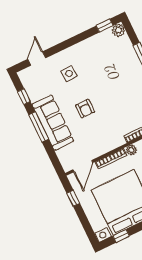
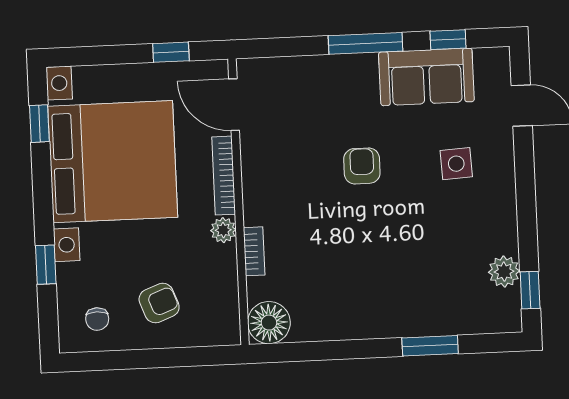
plant: (118, 30) -> (504, 272), moved
armchair: (85, 109) -> (362, 166), turned 90
sofa: (53, 123) -> (426, 77), moved, width x0.73

